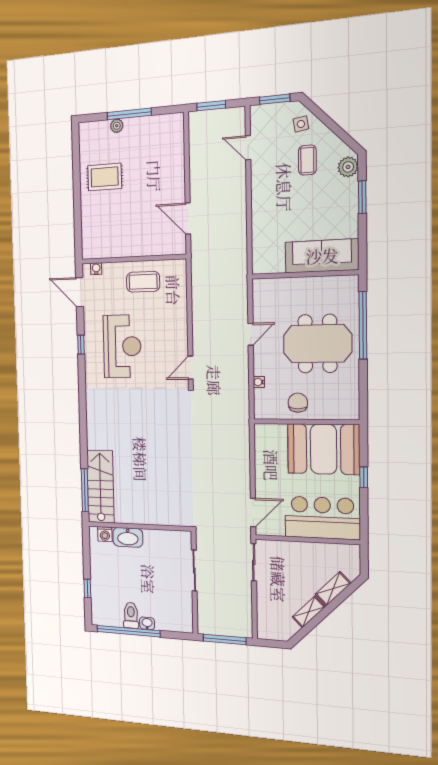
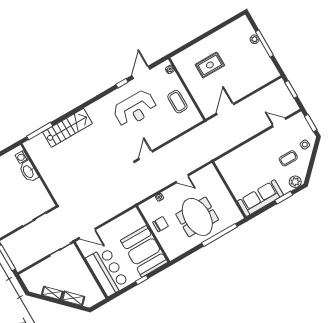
door: (248, 148) -> (279, 122), hinge flipped
rug: (105, 177) -> (210, 65), moved, turned 90
sofa: (322, 256) -> (260, 198), moved, turned -90
door: (80, 292) -> (141, 72), moved
door: (191, 368) -> (146, 155), hinge flipped
stairs: (100, 487) -> (67, 128), moved

